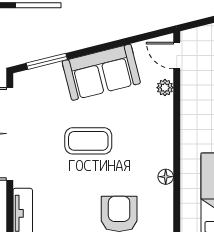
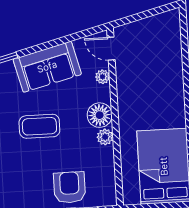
plant: (164, 158) -> (105, 137), added
floor lamp: (166, 177) -> (100, 115), moved, width x1.89, depth x1.89

